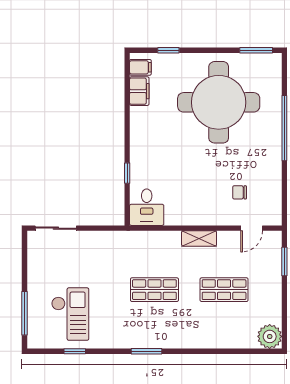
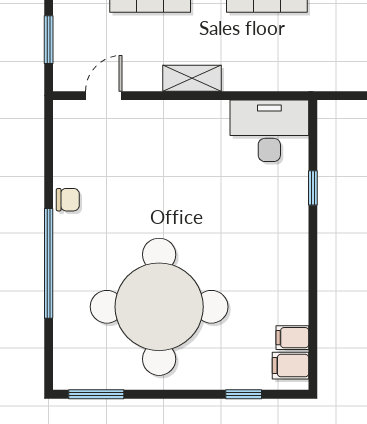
filing cabinet: (139, 91) -> (292, 338), width x0.50
chair: (240, 192) -> (68, 200), moved
desk: (147, 207) -> (269, 131), width x1.37

